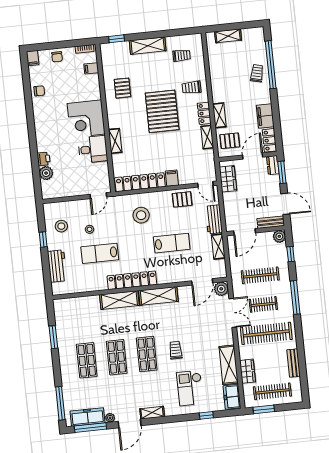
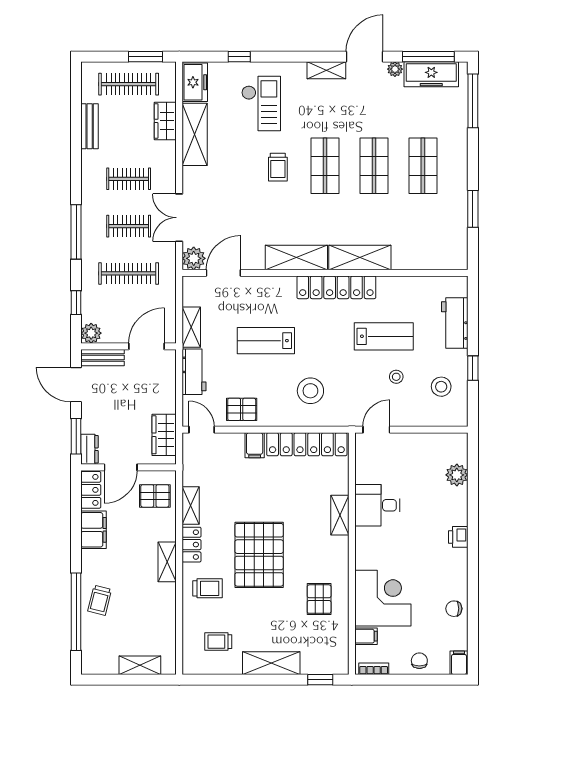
shelving: (219, 115) -> (167, 562), moved
corner desk: (86, 119) -> (383, 598), moved
printer: (44, 159) -> (458, 537), moved
clothes rail: (266, 333) -> (129, 179), width x0.54, depth x0.76

